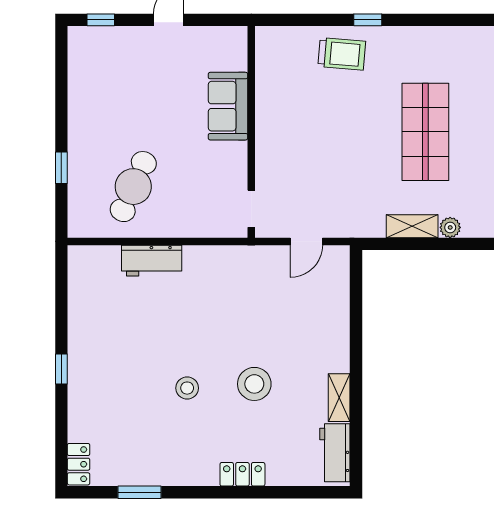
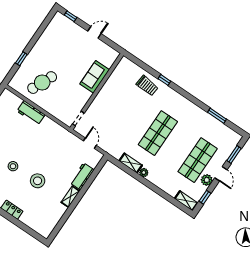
door: (306, 241) -> (90, 143), swing flipped
shelving: (339, 398) -> (70, 197), moved
workbench: (335, 453) -> (82, 176), moved

